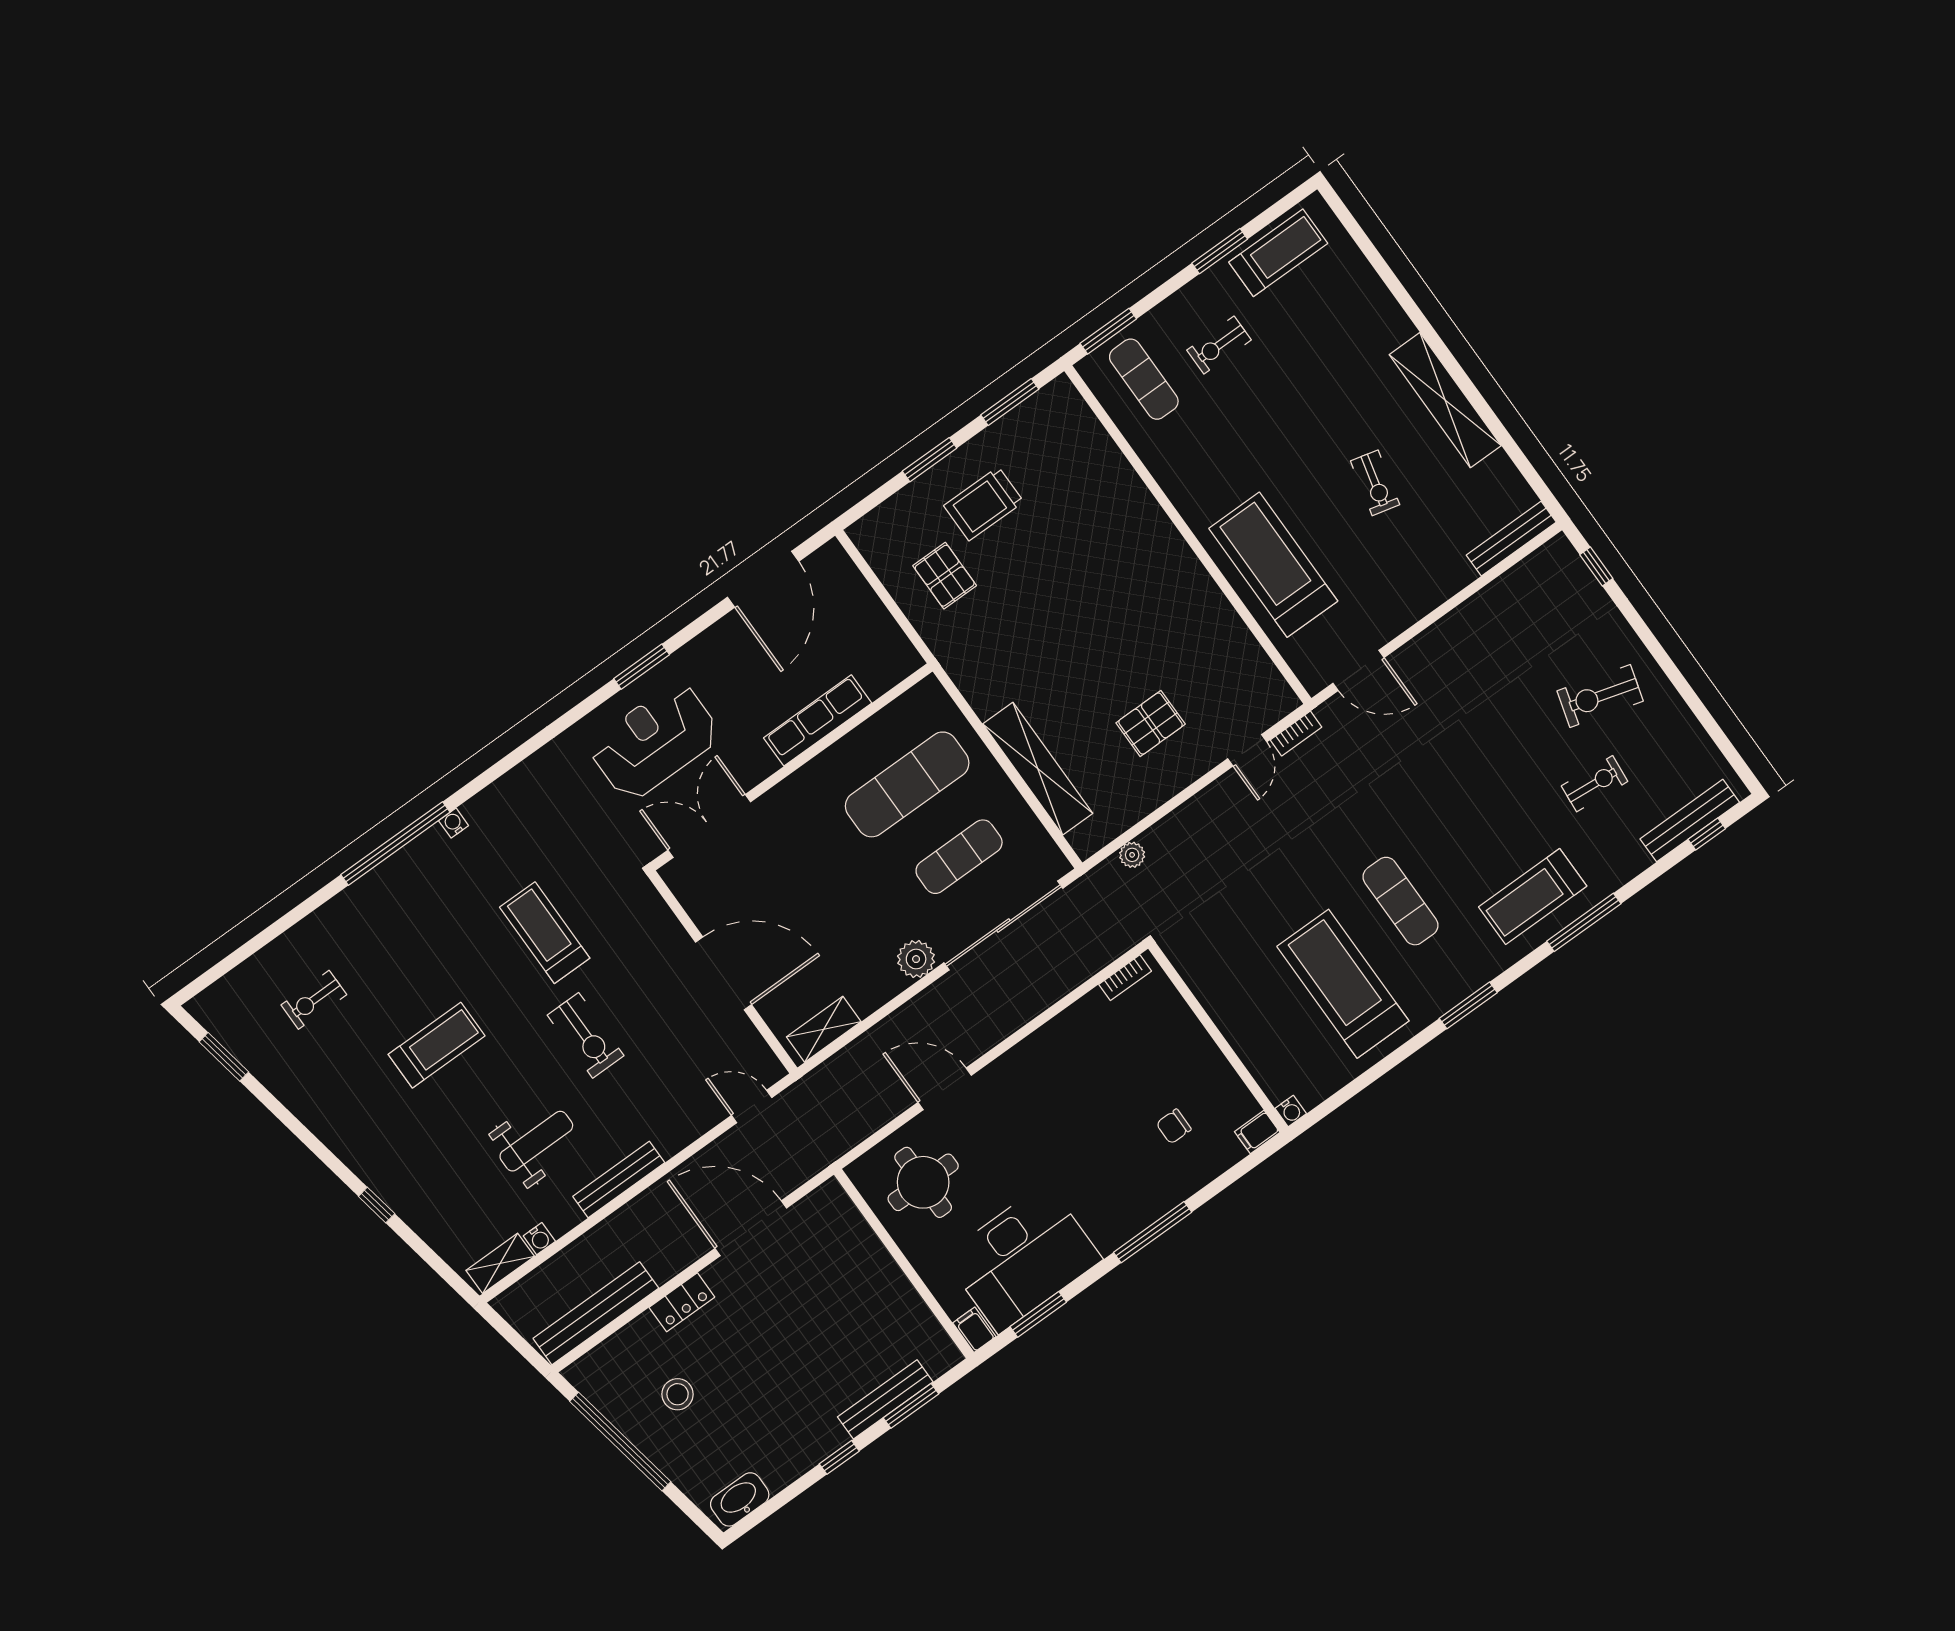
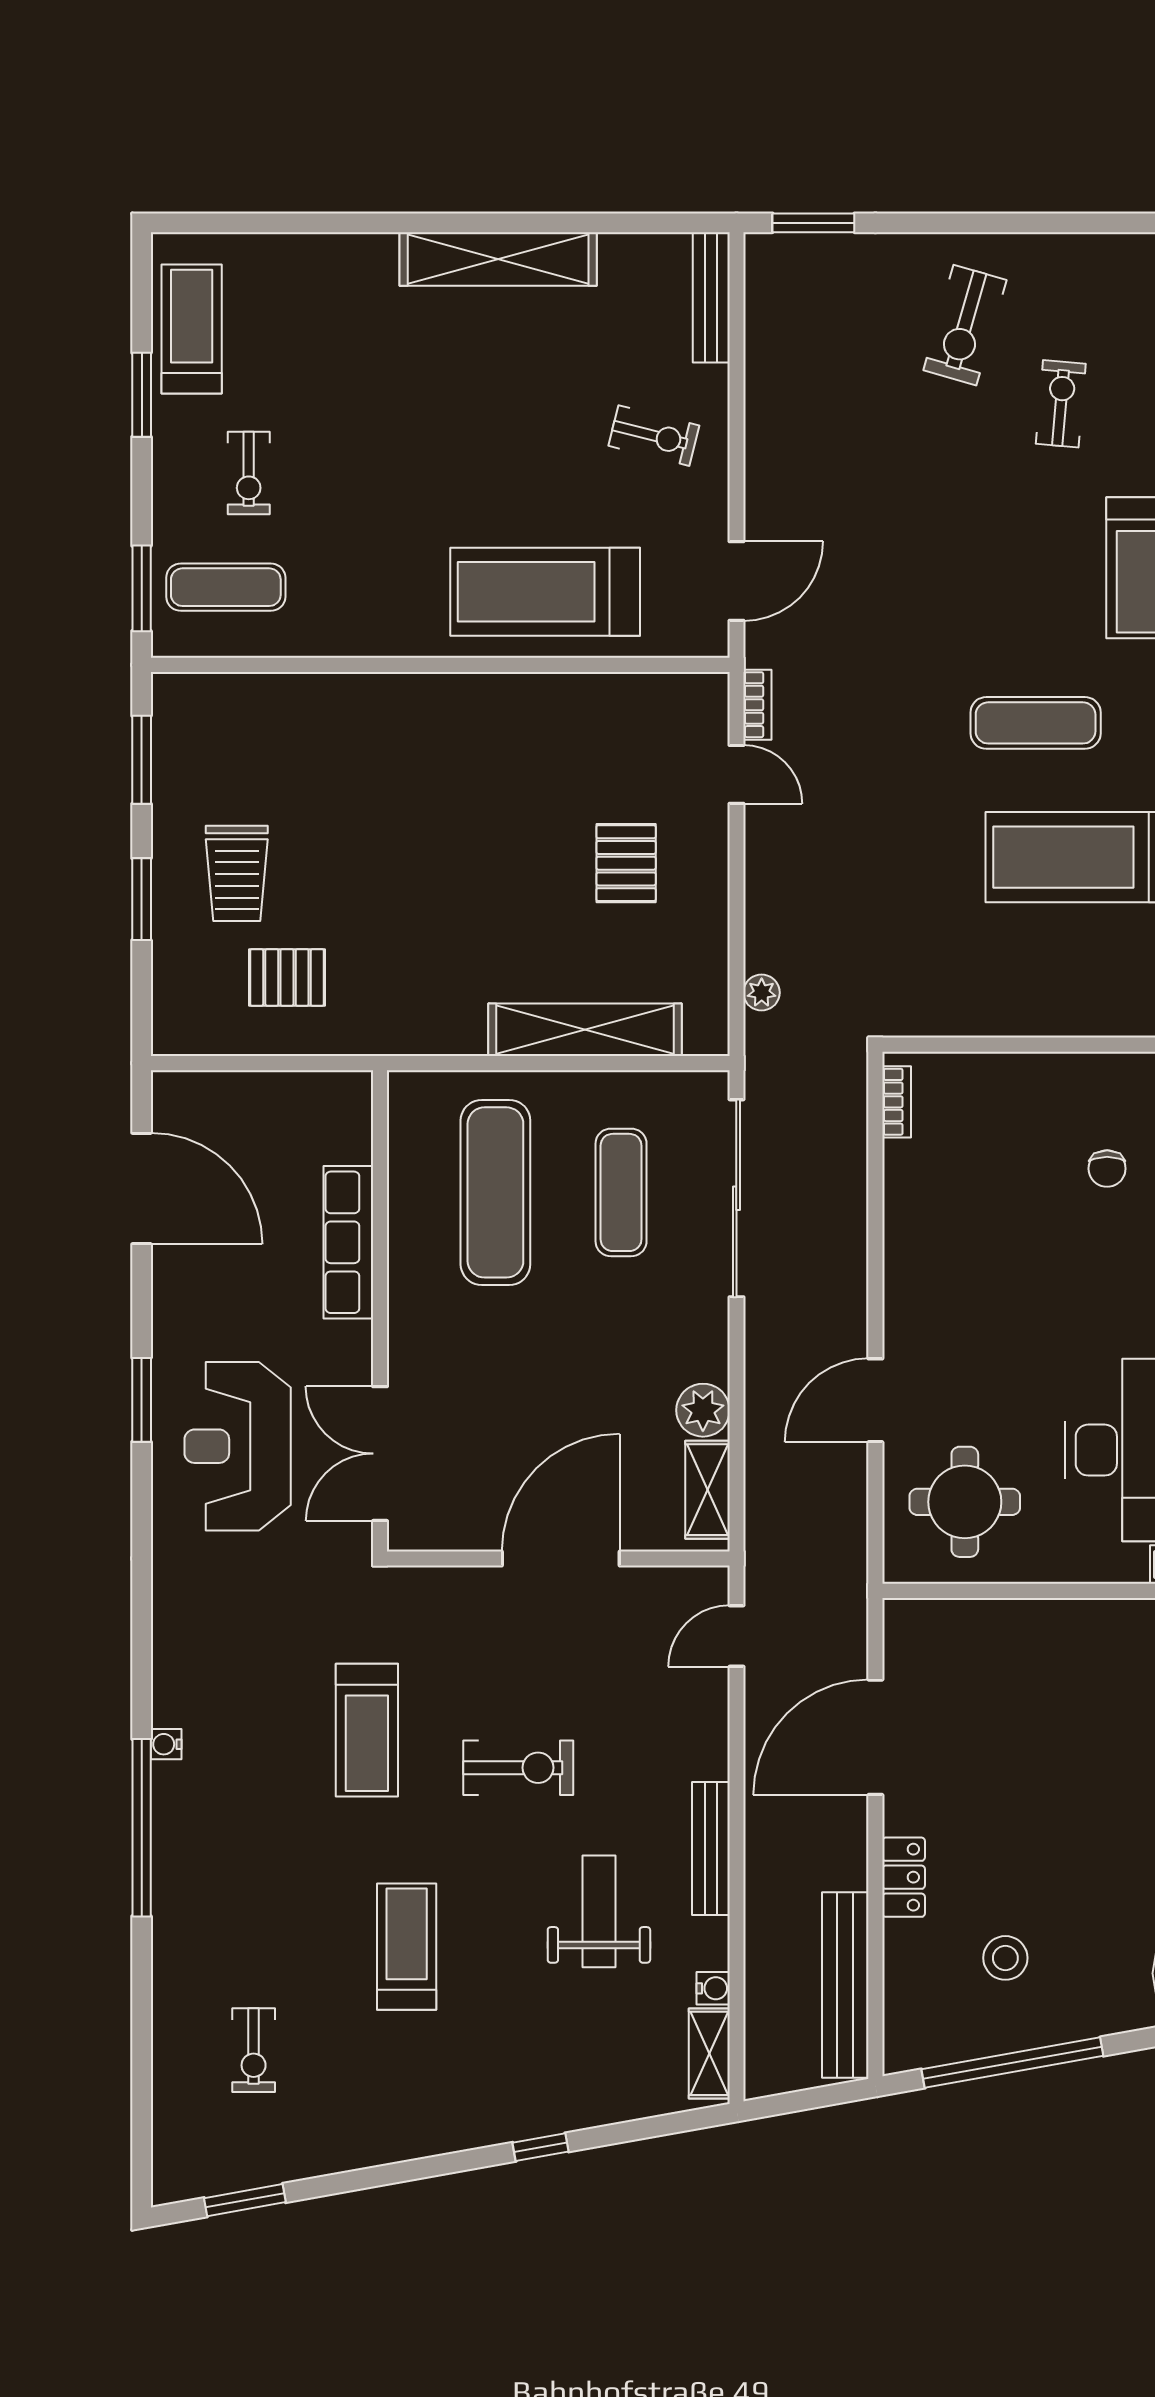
exercise bike: (1375, 483) -> (654, 436), moved
window: (1596, 567) -> (813, 223), width x1.50
treadmill: (545, 933) -> (367, 1730), turned -90
plant: (916, 959) -> (703, 1410), moved

